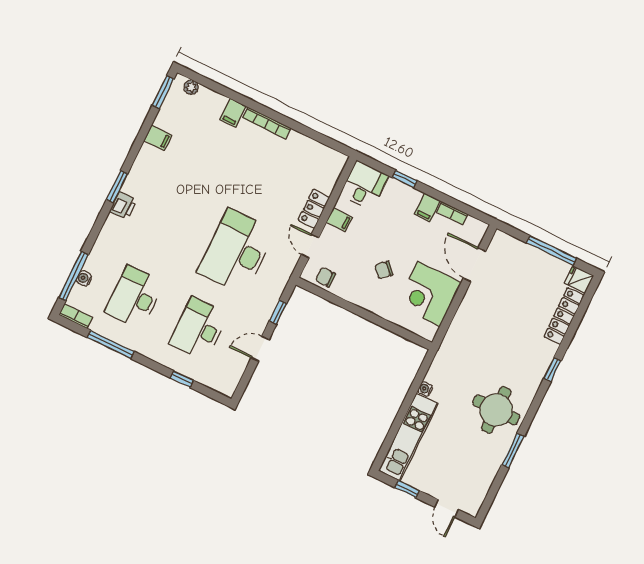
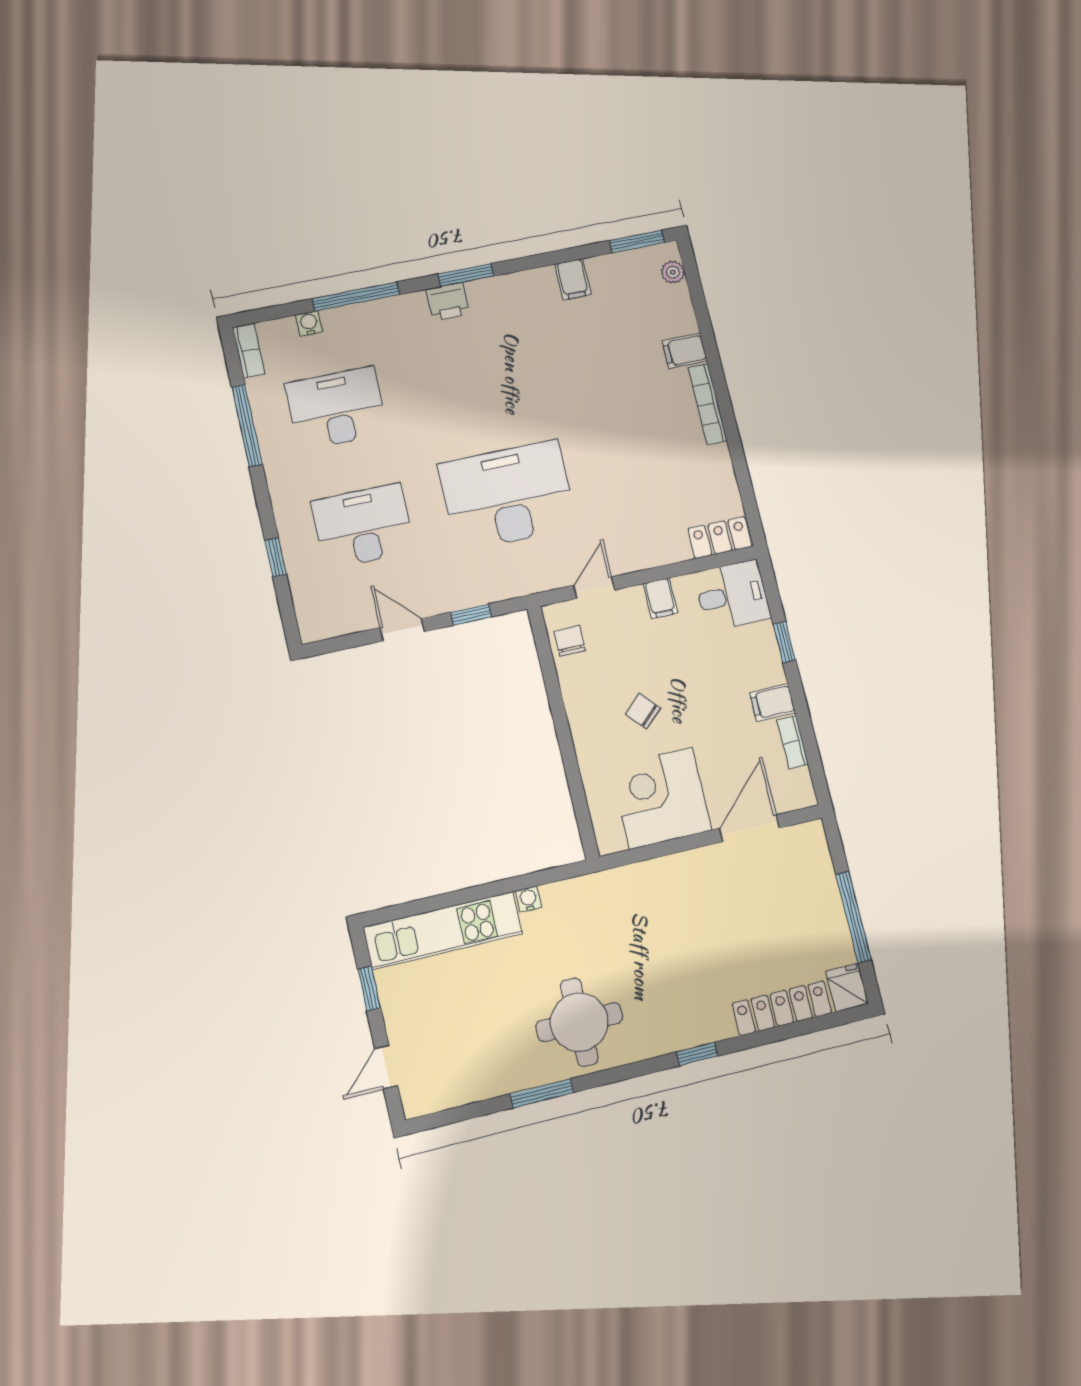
locker: (314, 209) -> (720, 538), moved
window: (73, 276) -> (356, 297), moved

